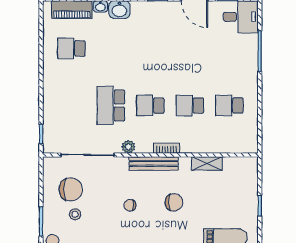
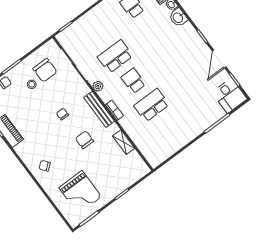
school desk: (190, 106) -> (151, 105), width x1.85
school desk: (229, 106) -> (170, 129), removed
chair: (174, 202) -> (84, 140), turned 180

